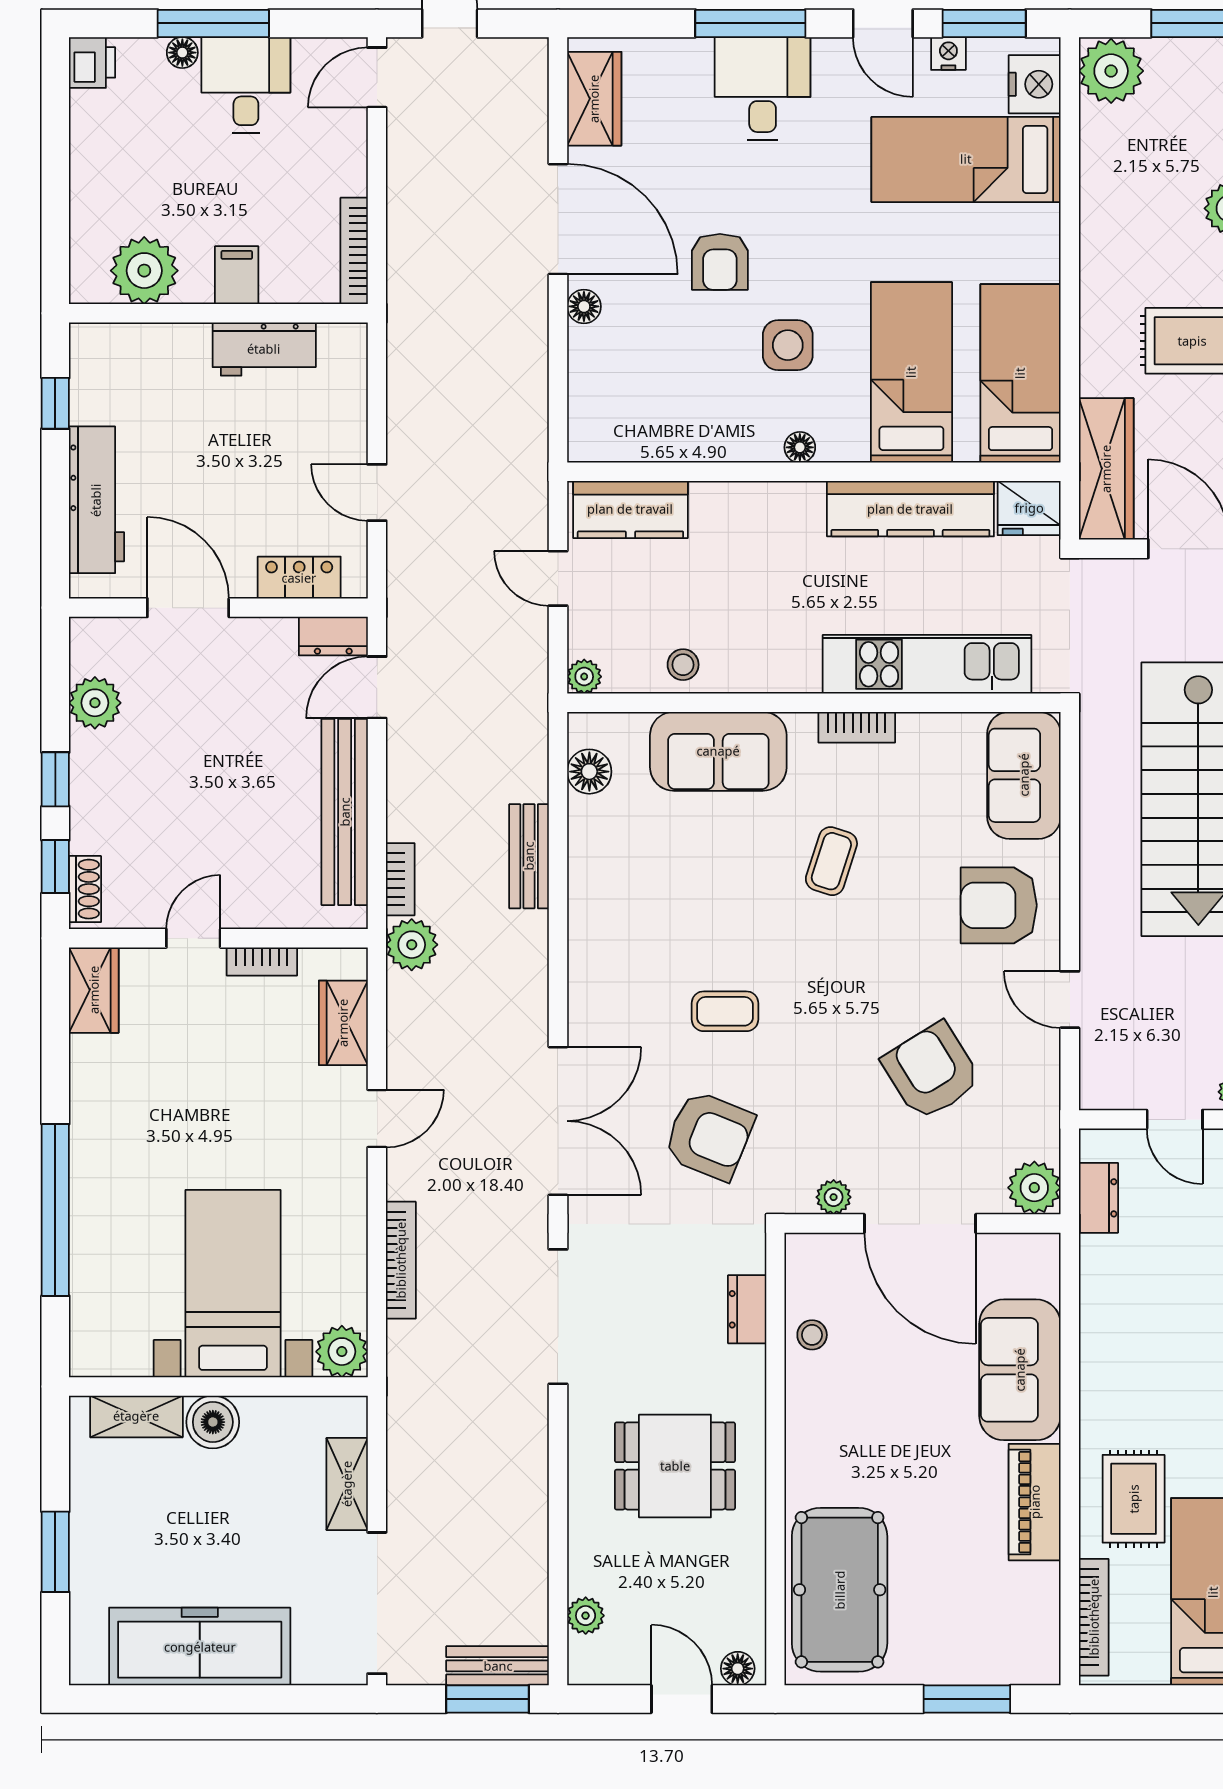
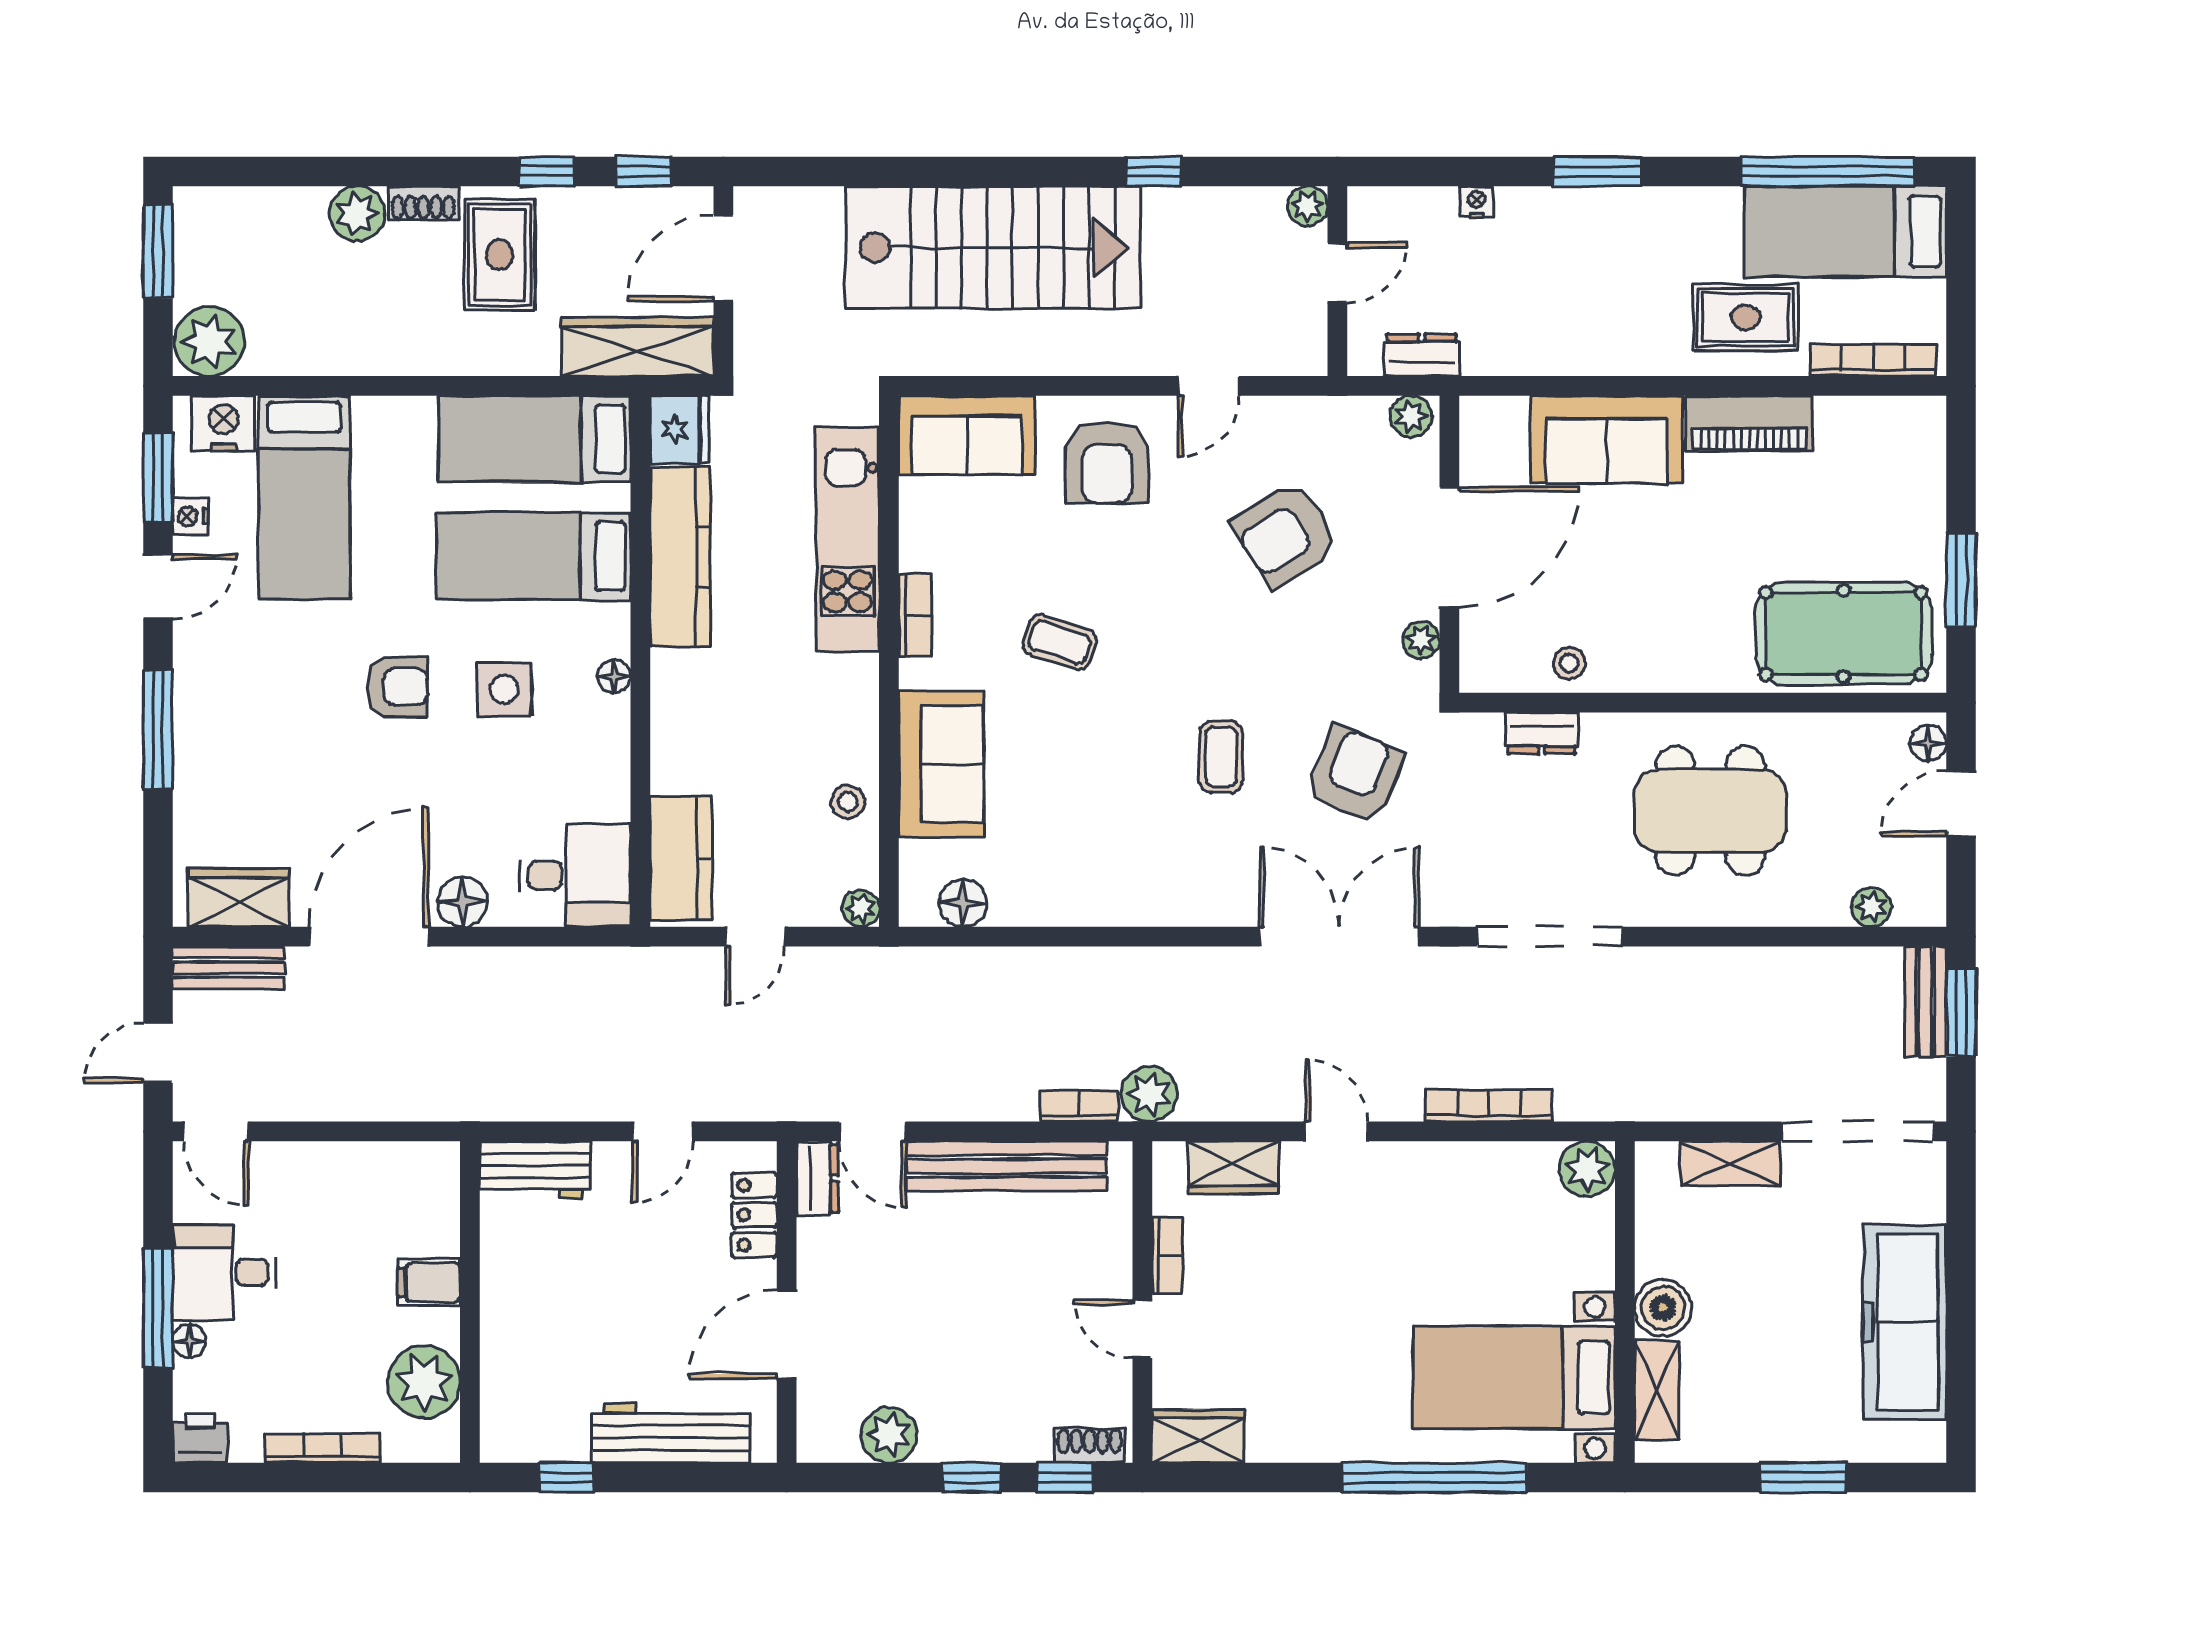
desk: (763, 89) -> (575, 875), moved, turned 180
bookcase: (354, 251) -> (323, 1448), moved, turned 180
armchair: (720, 262) -> (397, 687), moved
floor lamp: (584, 306) -> (463, 902), width x1.37, depth x1.37
workbench: (264, 349) -> (535, 1170), moved, turned 90
bench: (529, 856) -> (229, 968), moved
plant: (1034, 1188) -> (1411, 416), width x0.73, depth x0.73
bed with nightstands: (233, 1284) -> (1514, 1378), moved
dining table: (675, 1466) -> (1710, 811), width x1.38
window: (967, 1699) -> (1961, 580), moved

